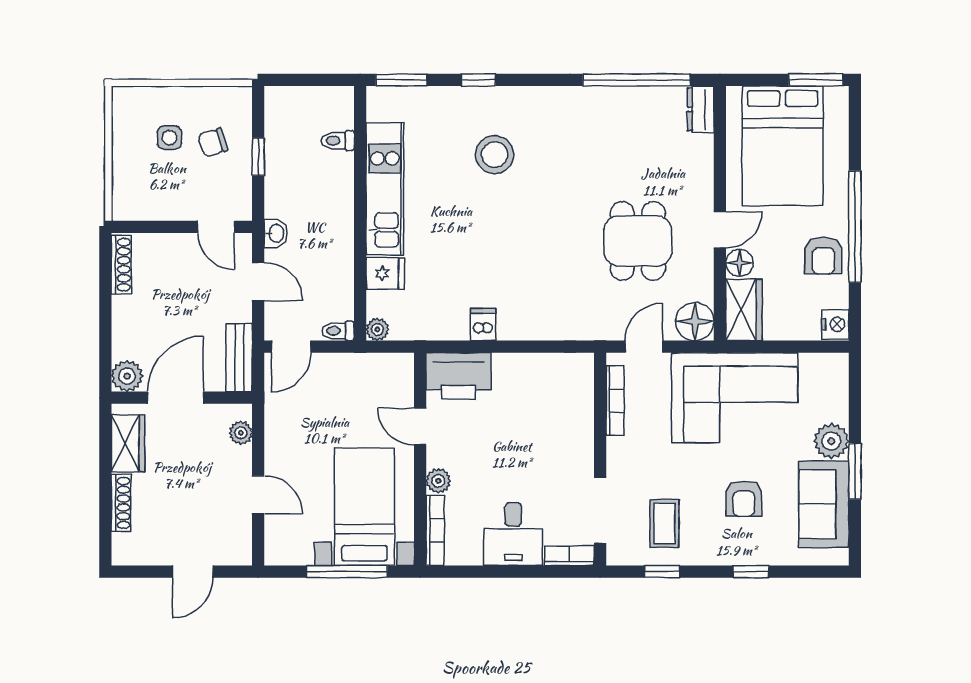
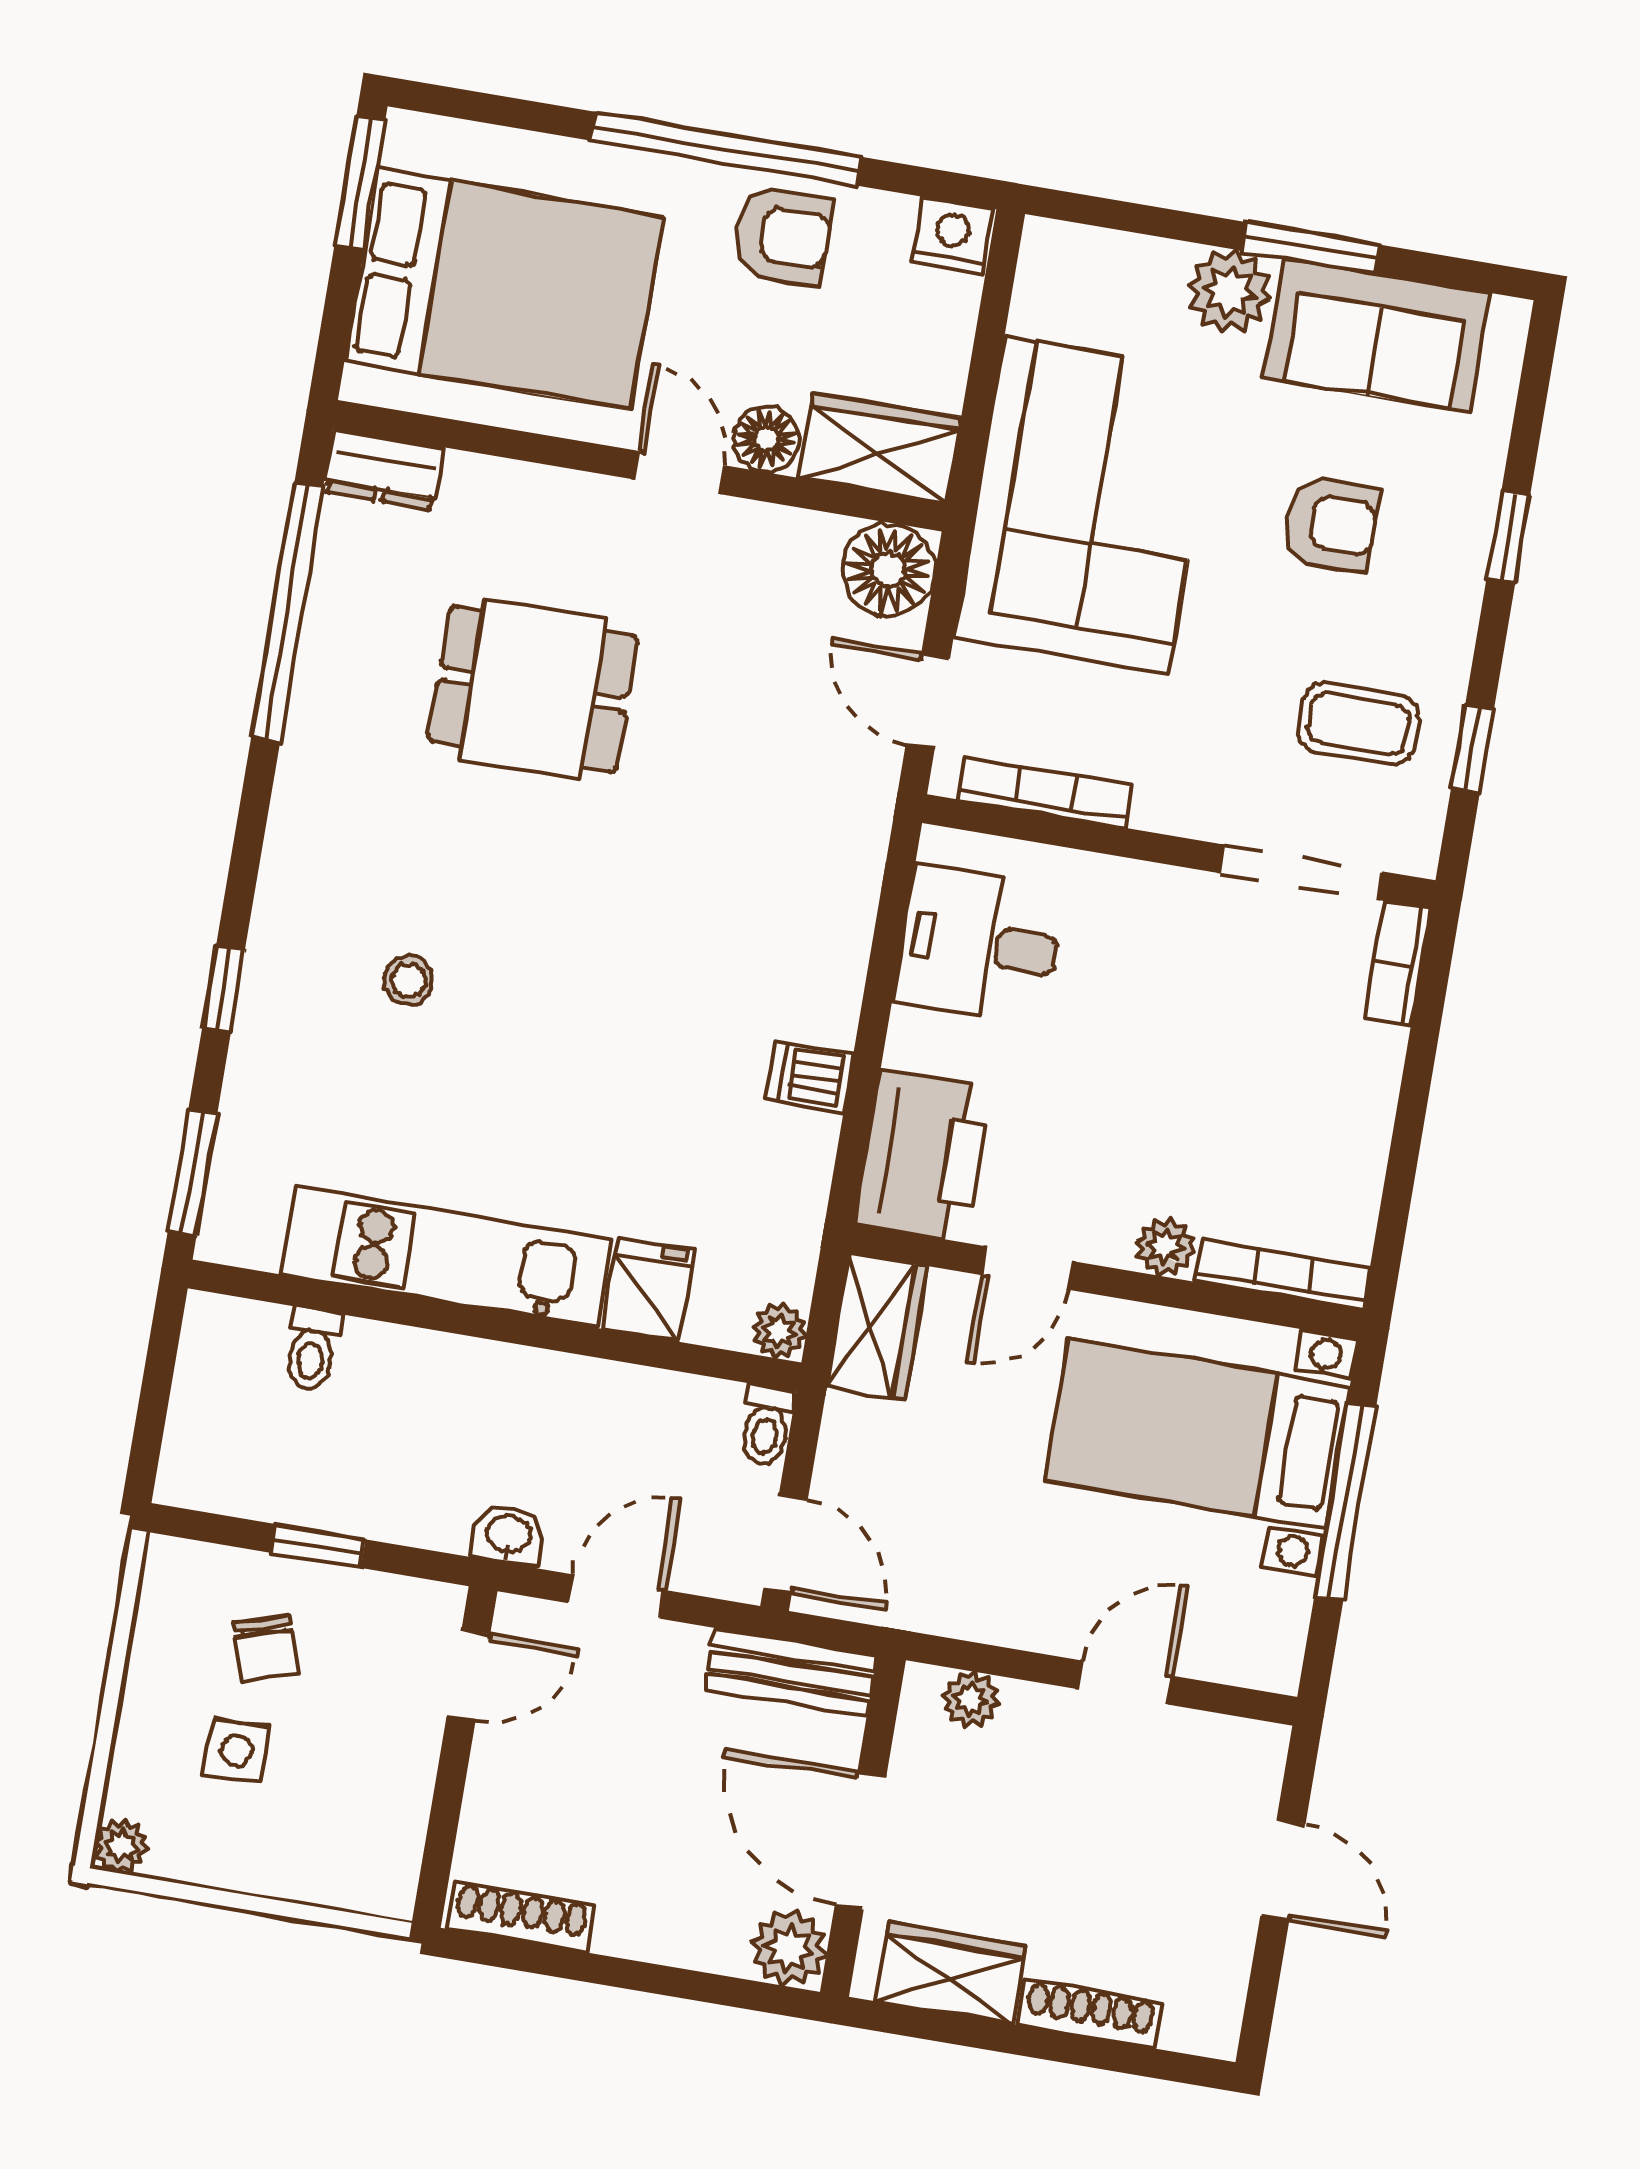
plant: (123, 97) -> (121, 1846), added
stool: (495, 155) -> (408, 980), width x0.53, depth x0.53
dining table: (638, 241) -> (533, 689), moved
wardrobe: (386, 369) -> (877, 1327), added
desk: (513, 534) -> (979, 945), moved, turned 180

